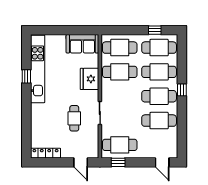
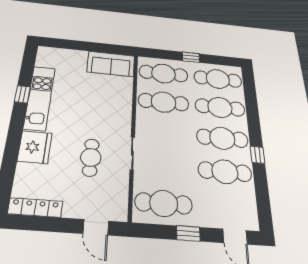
window: (155, 30) -> (191, 57), moved
kitchen unit: (38, 69) -> (40, 98), width x0.73
fridge: (89, 79) -> (35, 147), moved, turned 180
window: (182, 90) -> (257, 155), moved
window: (118, 162) -> (188, 233), moved

